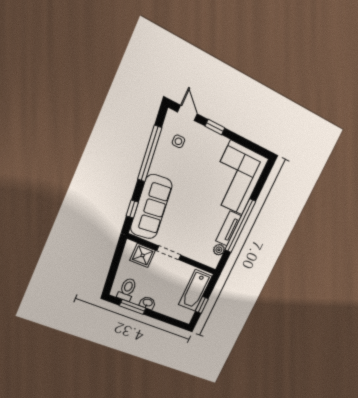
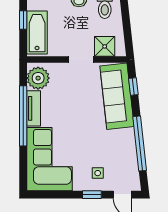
side table: (178, 141) -> (98, 173), moved
plant: (219, 250) -> (38, 78), width x1.88, depth x1.88

